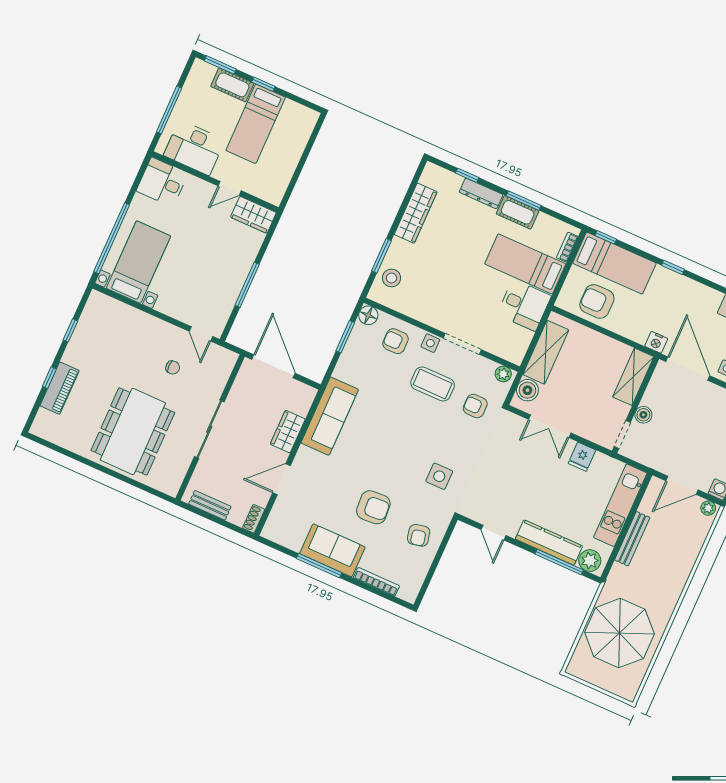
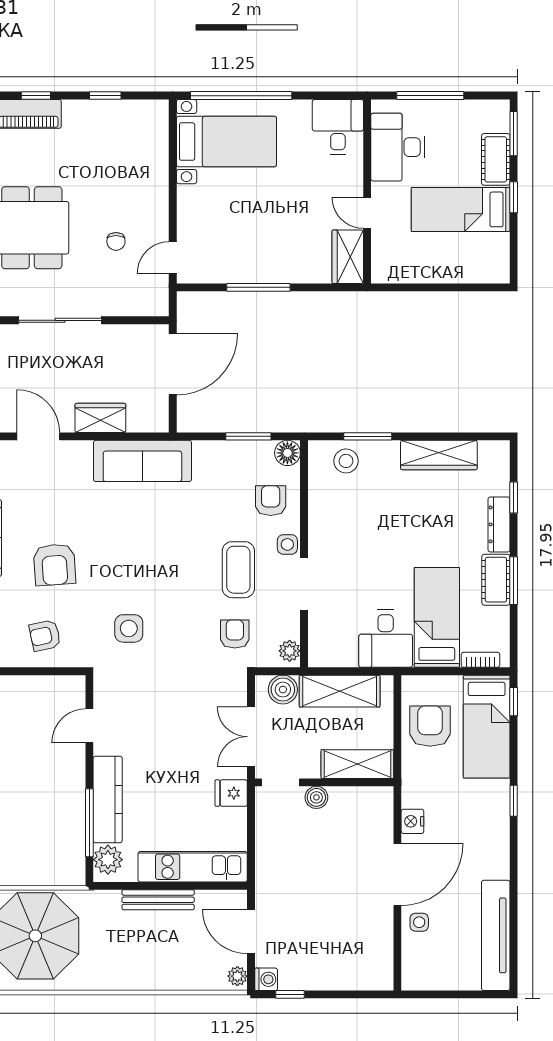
shelving: (633, 377) -> (357, 764), moved
wall: (636, 405) -> (324, 782), moved
boiler: (643, 415) -> (316, 797), moved
doorway: (622, 435) -> (281, 782), moved

